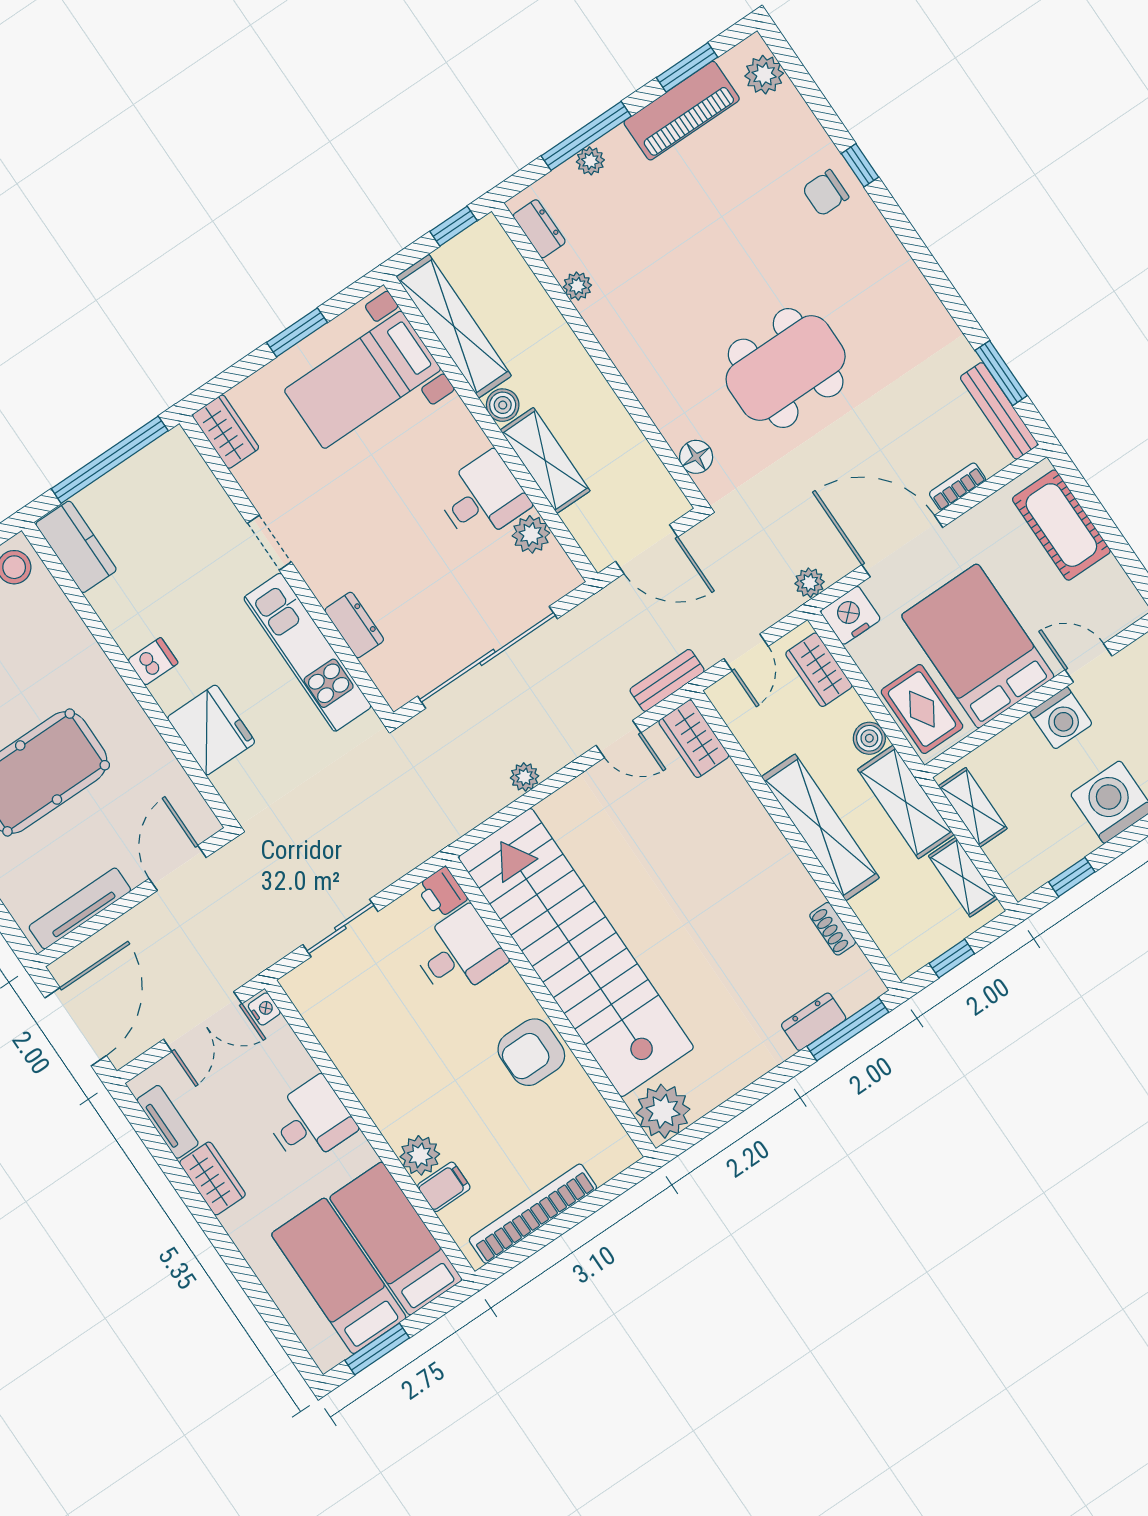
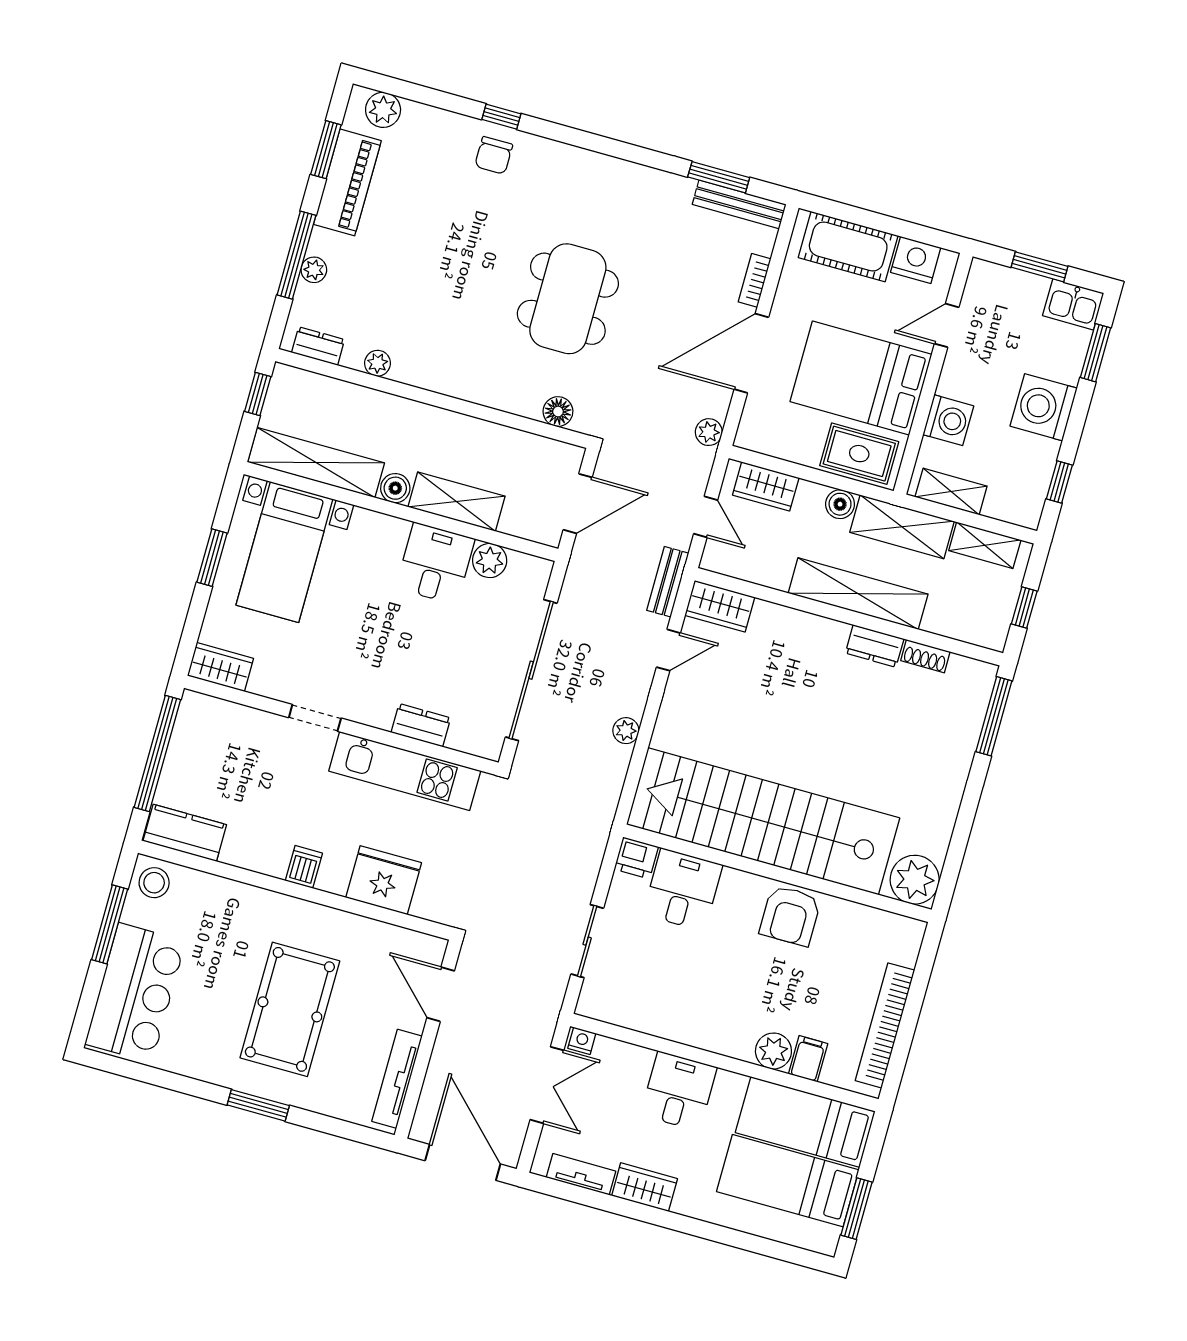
nightstand: (850, 615) -> (916, 260), moved, turned 90
washing machine: (1061, 718) -> (948, 420), moved
dresser: (814, 1022) -> (875, 646), moved, turned -90

